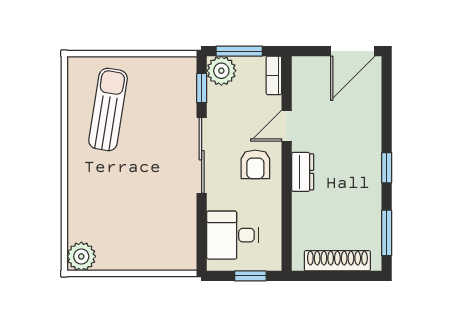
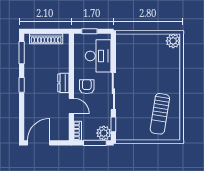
door: (287, 126) -> (71, 106), hinge flipped
desk: (233, 235) -> (98, 56), width x1.37

